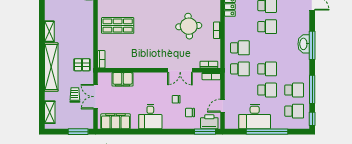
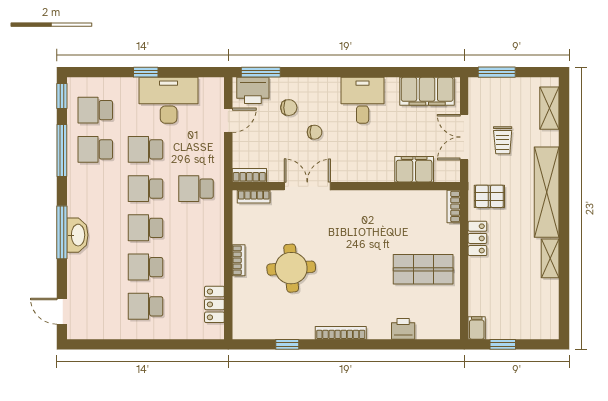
locker: (88, 42) -> (477, 238), added
school desk: (240, 48) -> (146, 228), moved
double door: (96, 97) -> (464, 137), swing flipped
window: (267, 132) -> (146, 72), width x0.32

